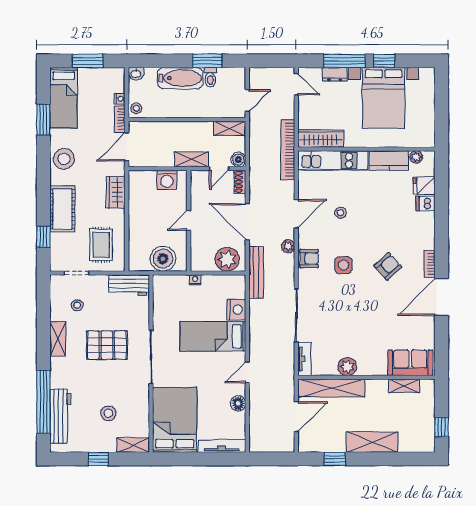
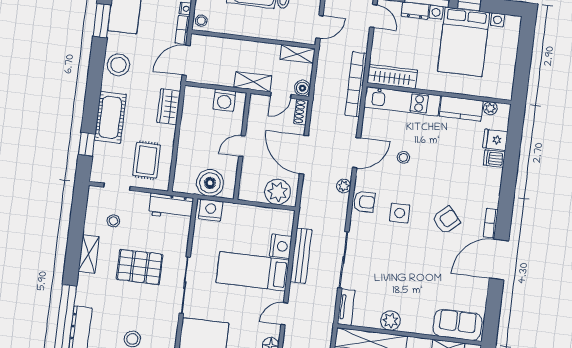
bench: (256, 272) -> (301, 256), moved
nightstand: (195, 280) -> (211, 210), moved, width x1.89, depth x1.79

